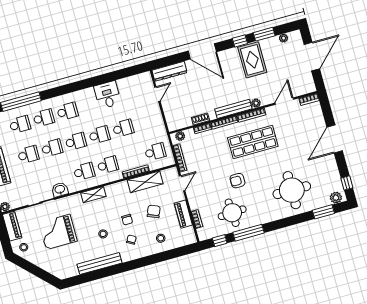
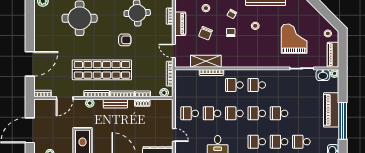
door: (157, 94) -> (174, 135), swing flipped
bench: (233, 109) -> (115, 104), width x0.73
door: (335, 139) -> (30, 64), moved
shop shelf: (253, 142) -> (102, 70), width x1.40
school desk: (155, 152) -> (190, 113), moved
school desk: (28, 155) -> (301, 113), removed
door: (182, 183) -> (174, 51), hinge flipped
window: (347, 183) -> (30, 11), removed
washbasin: (60, 190) -> (323, 75), moved
shelving: (93, 195) -> (254, 63), removed
grand piano: (58, 232) -> (294, 39), turned -90

